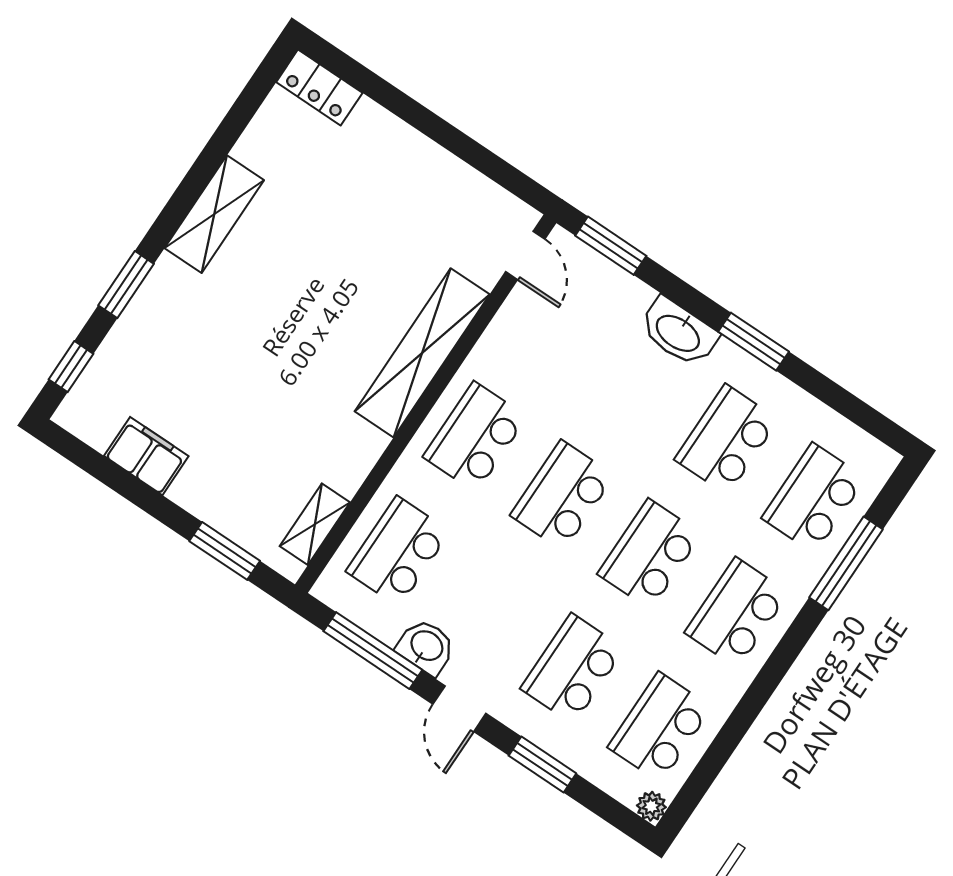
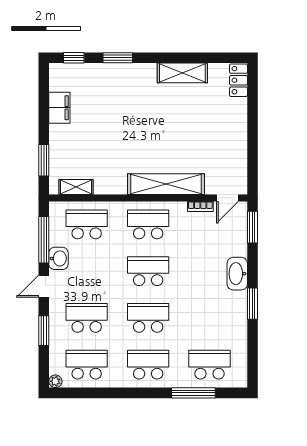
shelving: (214, 214) -> (182, 73), moved
bookcase: (507, 317) -> (200, 206), added
school desk: (726, 439) -> (210, 318), removed

